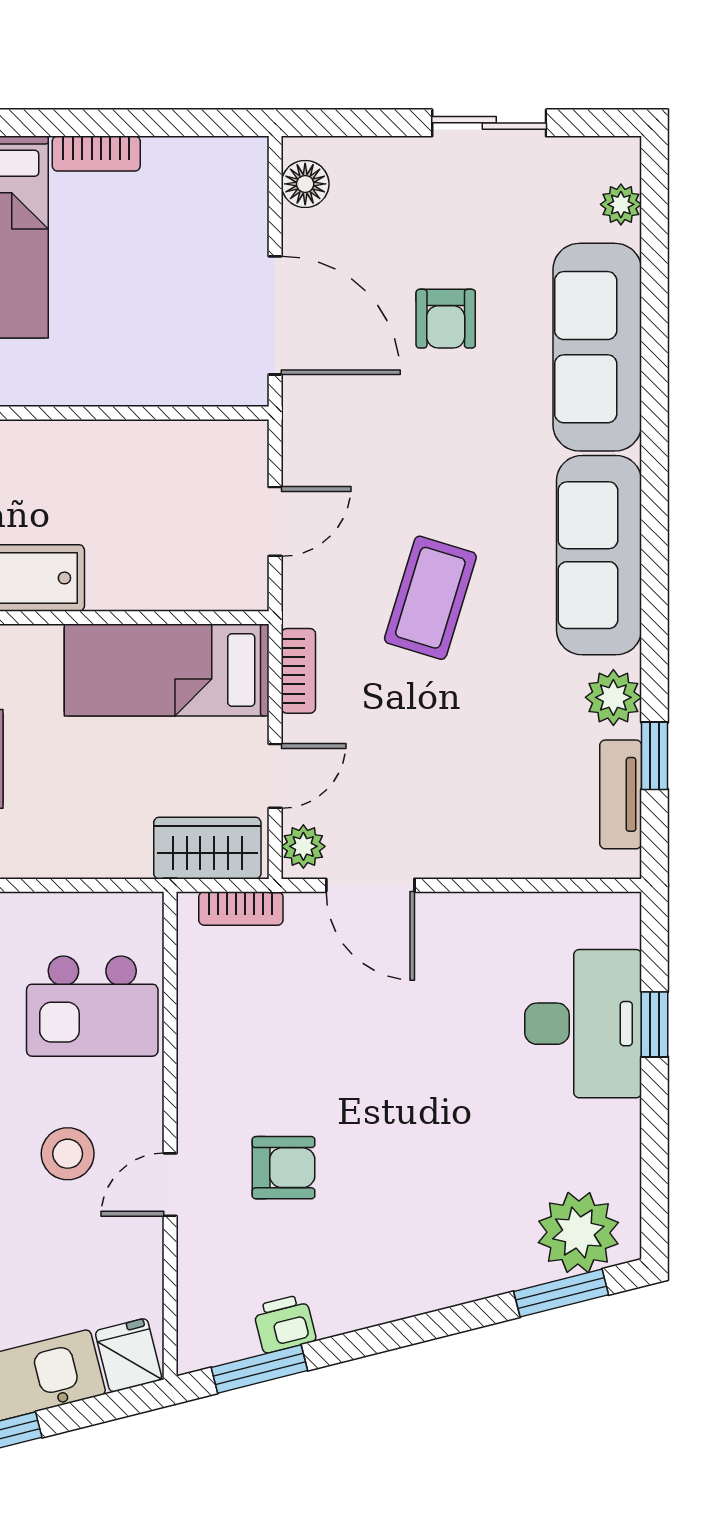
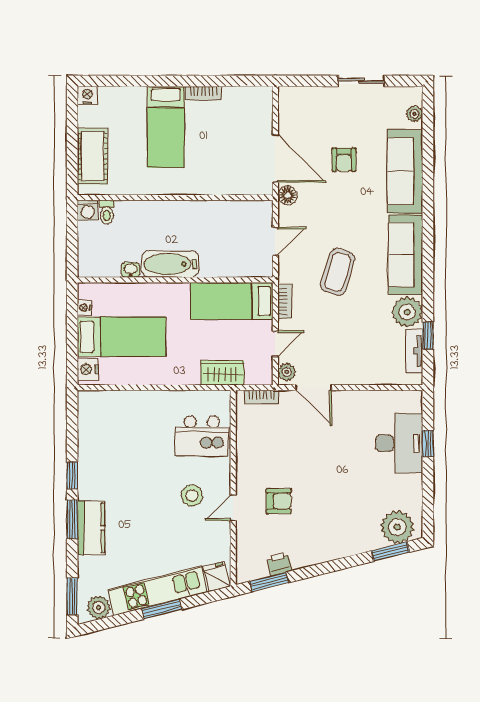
floor lamp: (305, 184) -> (287, 195), moved
plant: (613, 697) -> (407, 312), width x1.36, depth x1.36
wardrobe: (207, 848) -> (222, 373), moved

